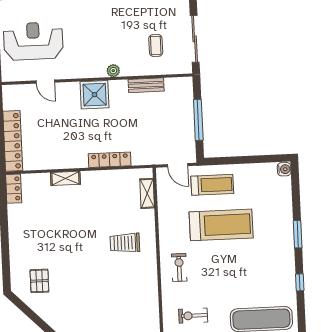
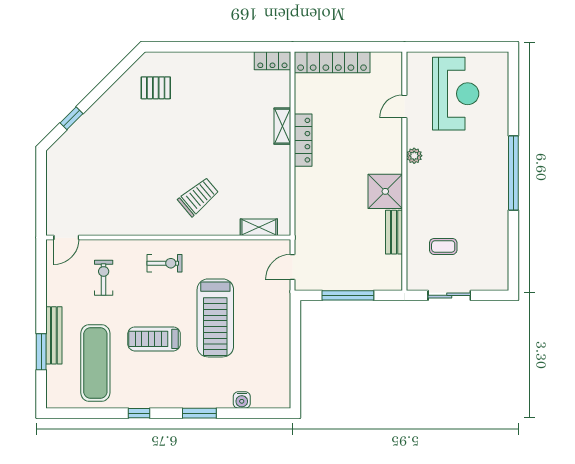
sliding door: (195, 39) -> (449, 295), width x0.73
plant: (113, 71) -> (414, 156), moved
shower: (95, 95) -> (385, 191), moved
locker: (110, 160) -> (303, 140), moved
water cooler: (284, 169) -> (242, 400), moved
treadmill: (212, 185) -> (154, 339), moved, turned 90
trolley: (125, 243) -> (198, 197), turned 50

